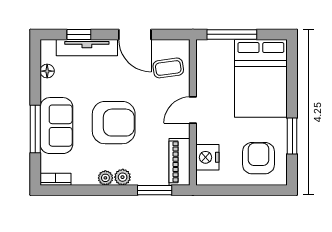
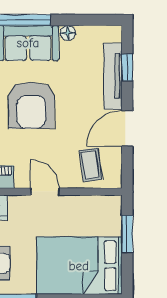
window: (232, 34) -> (127, 234), width x0.69
floor lamp: (47, 71) -> (68, 33), moved

